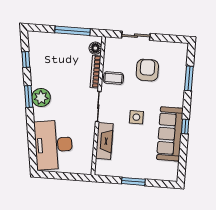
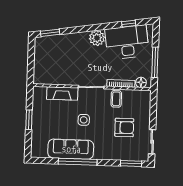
sliding door: (136, 36) -> (152, 142), moved
window: (189, 78) -> (131, 164), moved
window: (29, 97) -> (50, 33), moved
window: (185, 126) -> (78, 162), width x3.17
desk: (53, 145) -> (127, 42), moved

